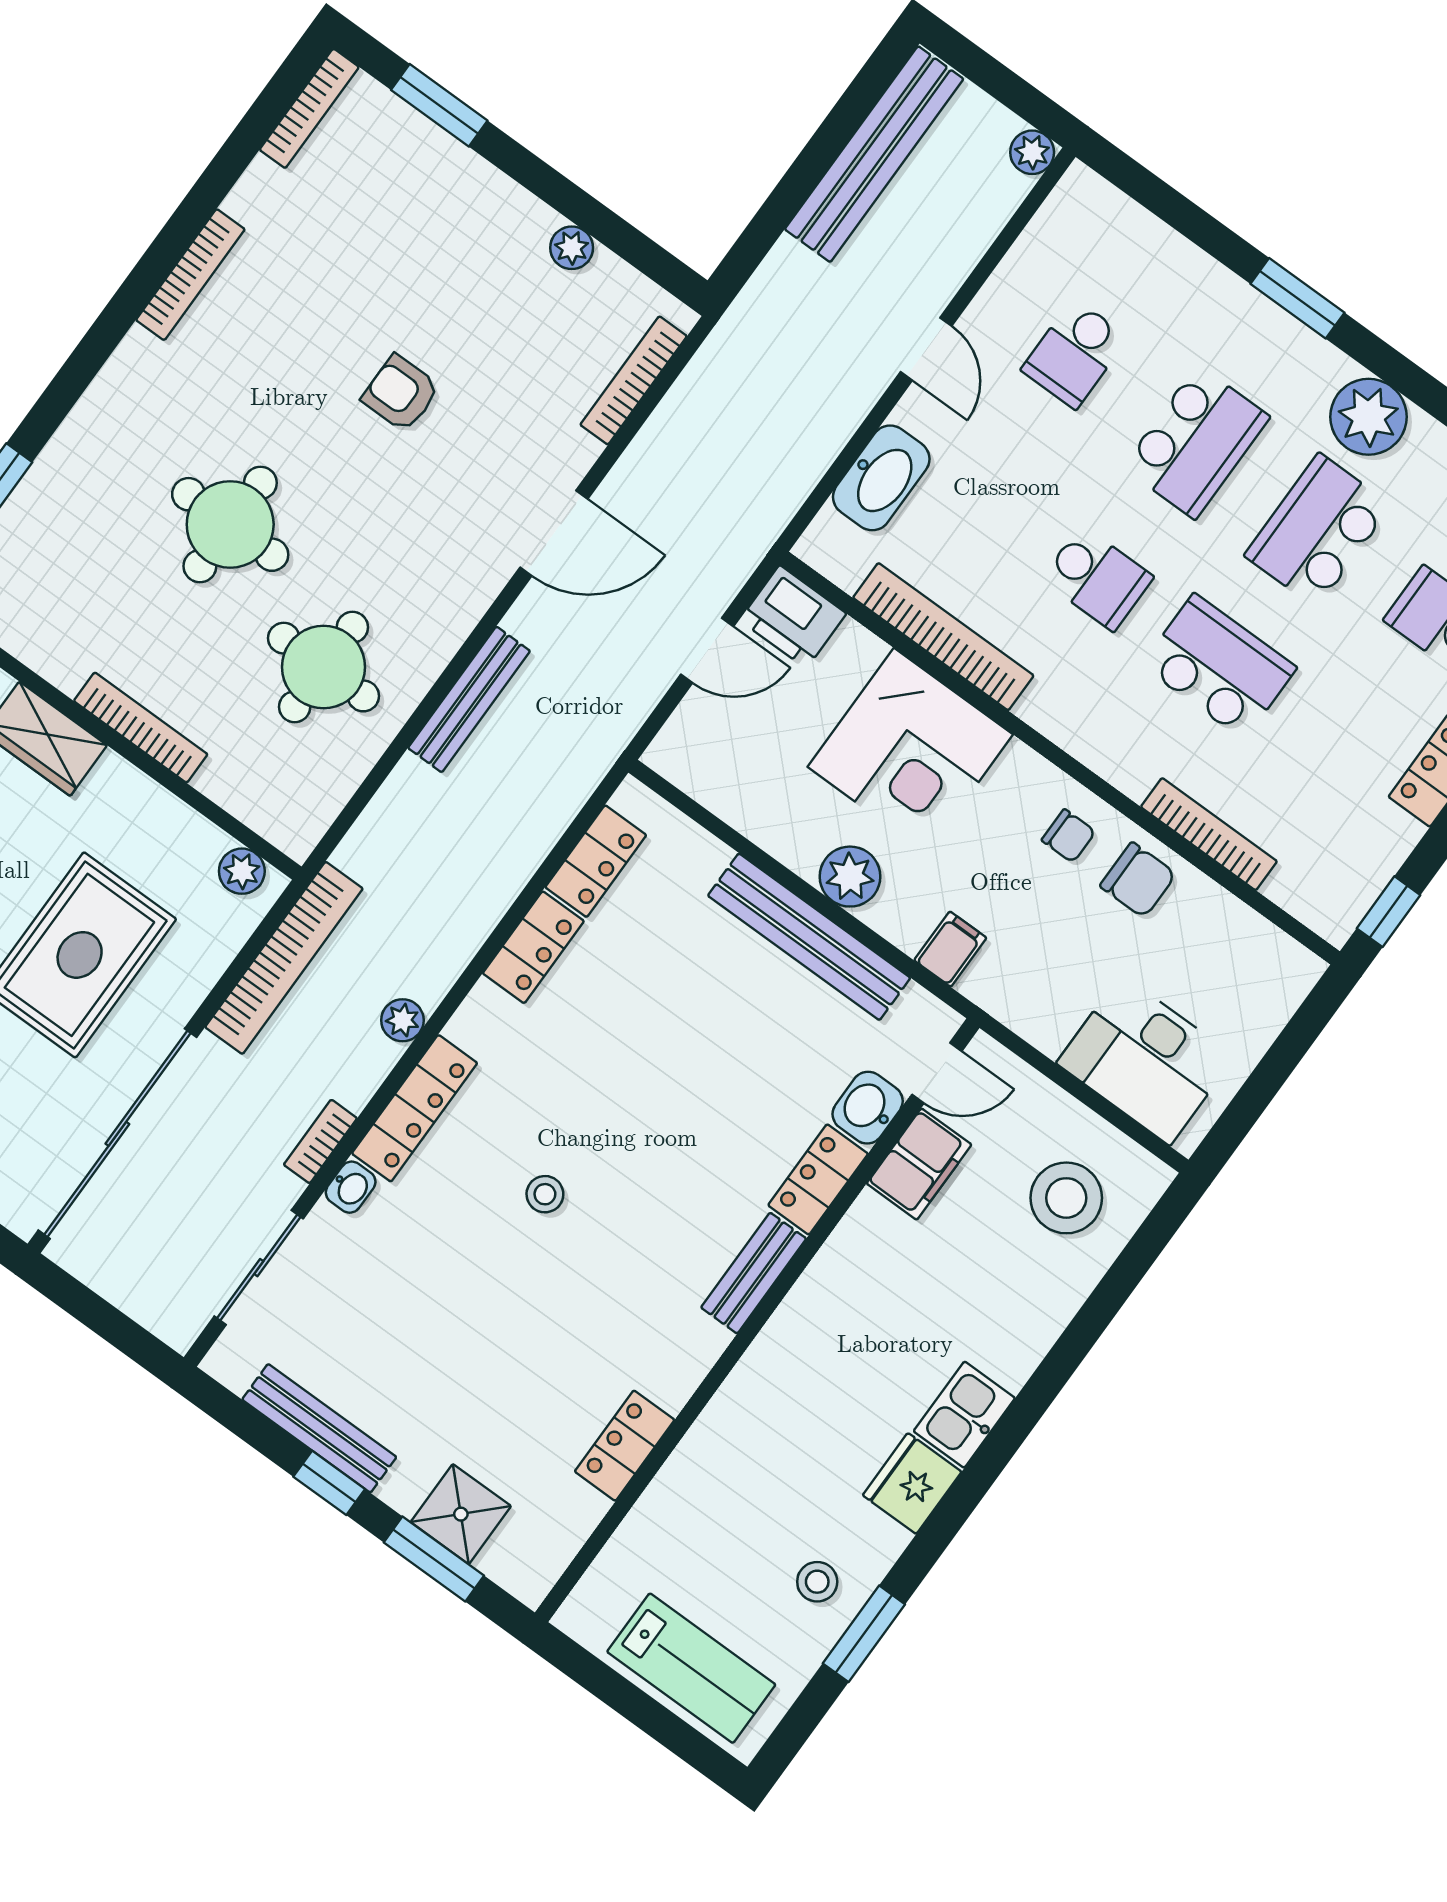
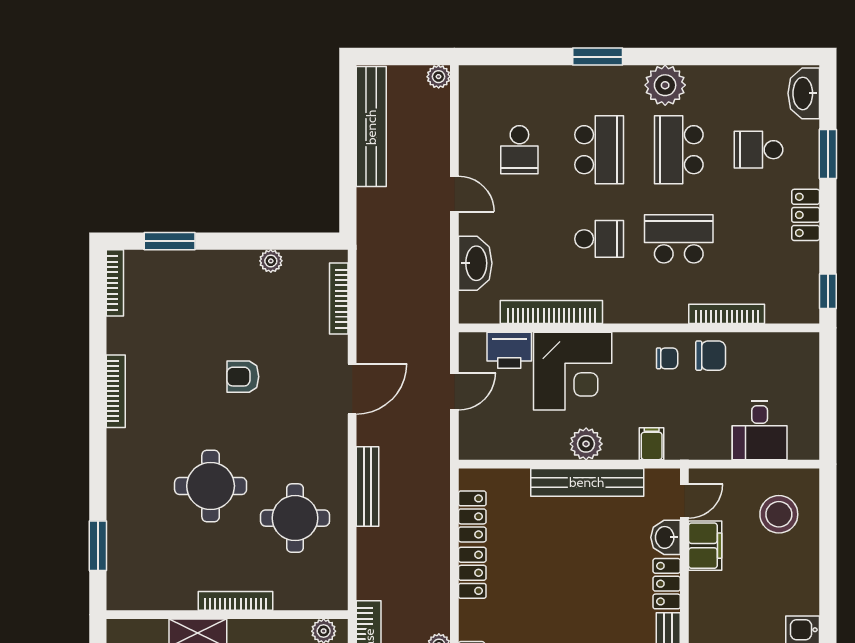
printer: (793, 617) -> (509, 350), moved
desk: (1146, 1060) -> (760, 430), width x0.73

